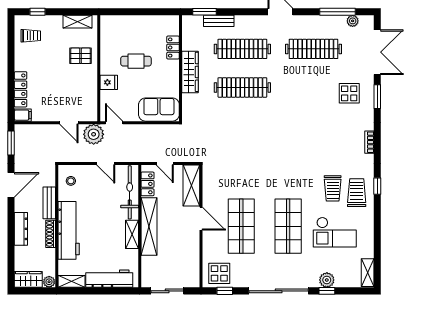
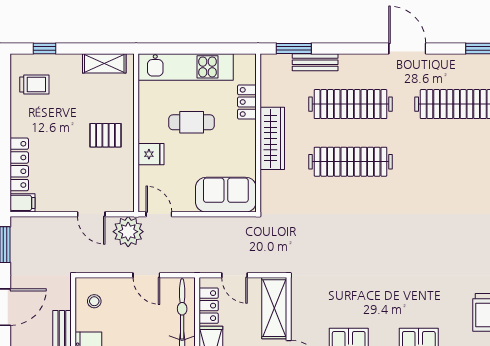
kitchen unit: (132, 24) -> (186, 67), added
pallet: (81, 56) -> (106, 135), moved

